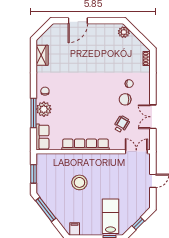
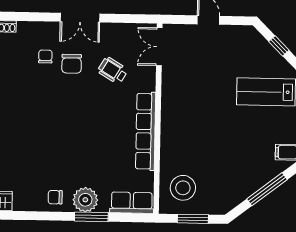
window: (34, 113) -> (91, 217), width x0.69
double door: (153, 117) -> (80, 18), moved
stool: (79, 182) -> (183, 188), moved
window: (46, 210) -> (267, 189), moved

